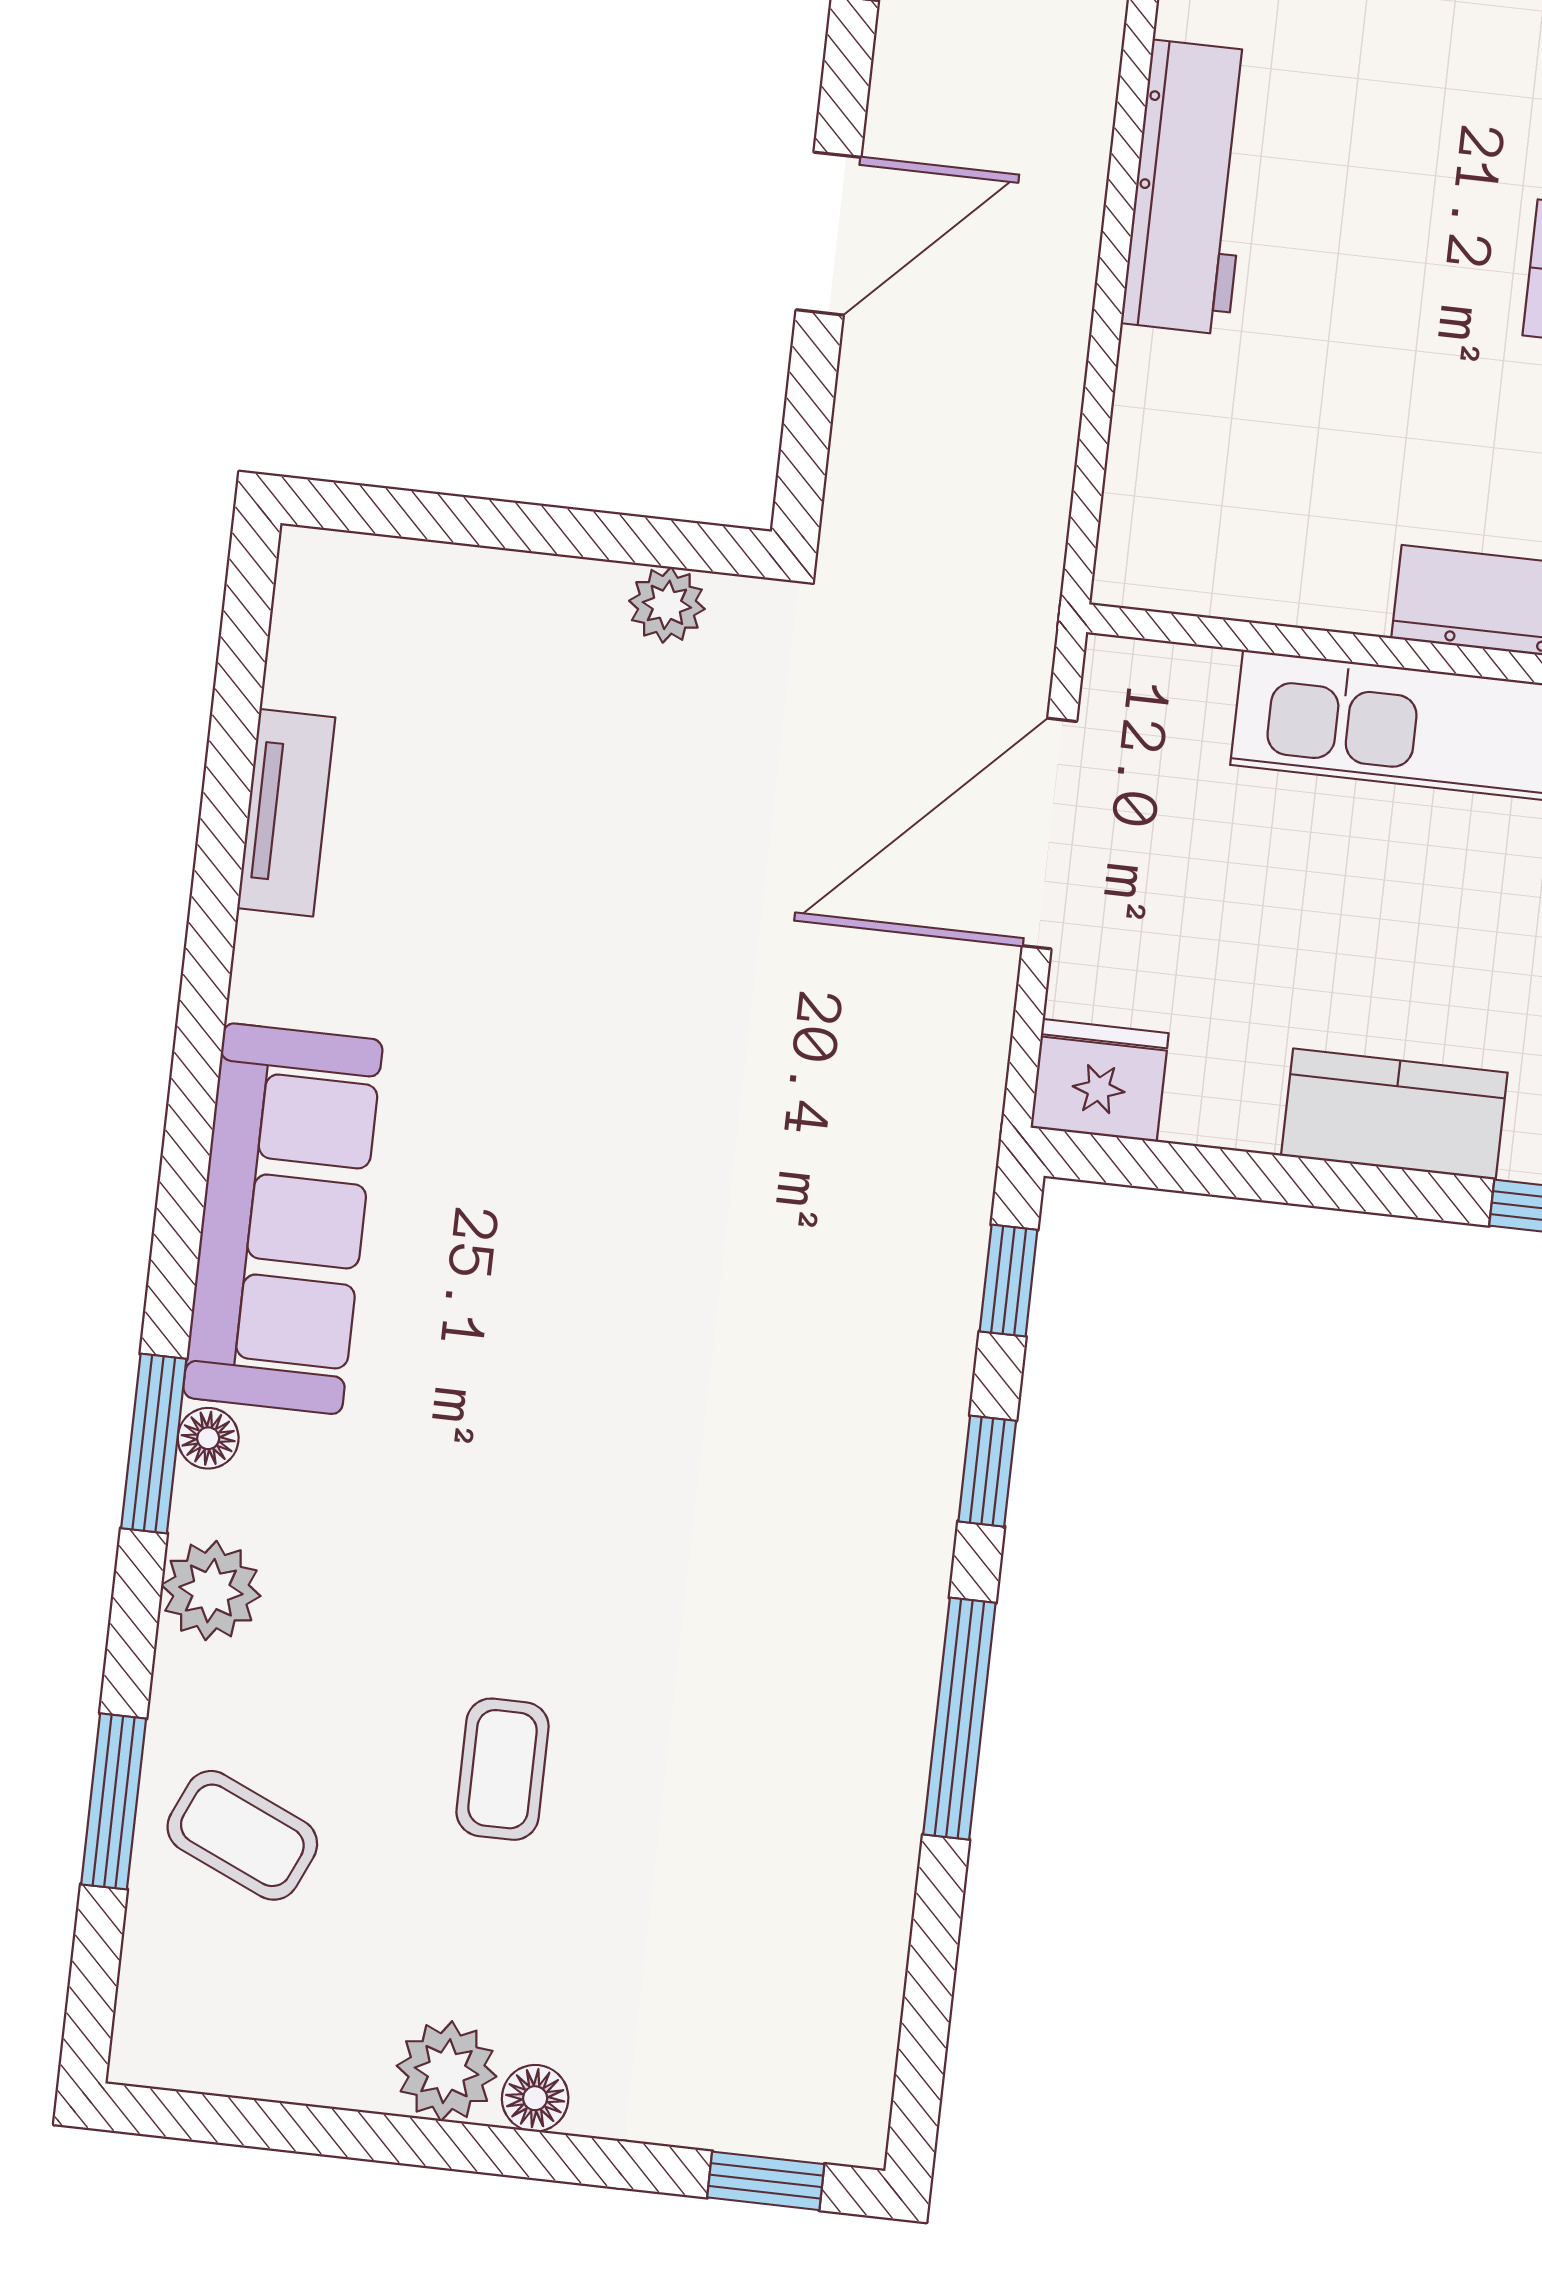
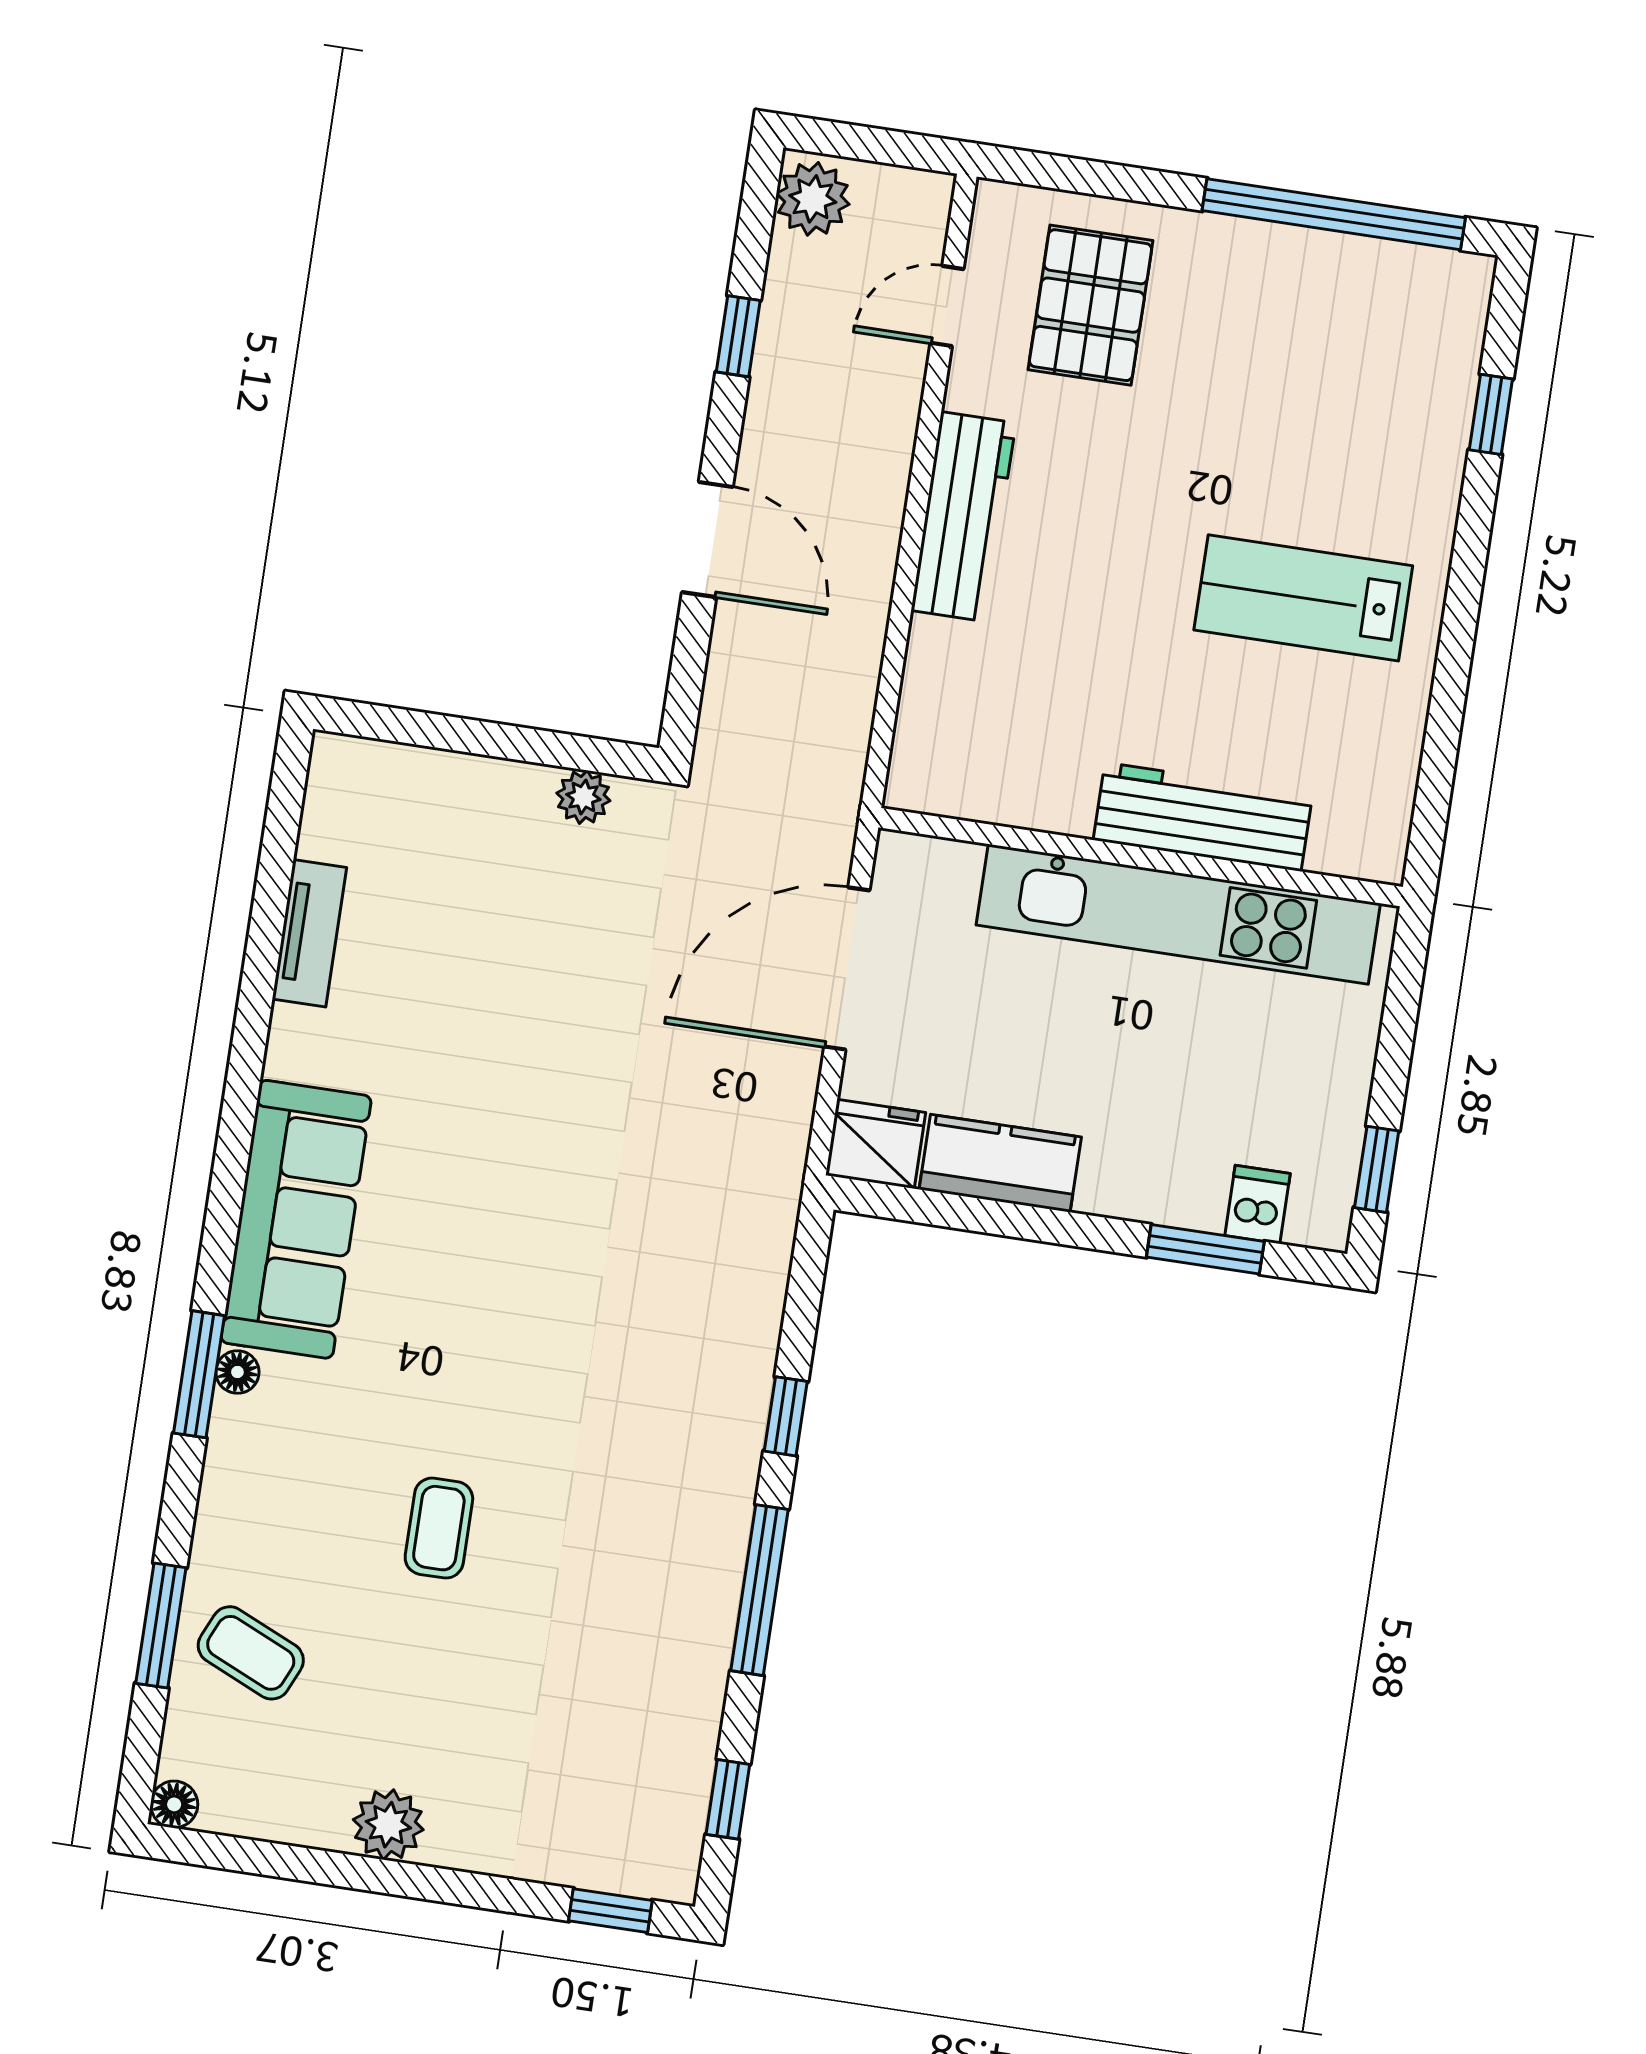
door: (829, 234) -> (707, 540), hinge flipped
kitchen counter: (1394, 1114) -> (1000, 1163), moved
window: (1009, 1281) -> (728, 1799), moved
plant: (211, 1591) -> (235, 1479), removed
coffee table: (503, 1769) -> (439, 1528), moved
floor lamp: (535, 2098) -> (174, 1804), moved

